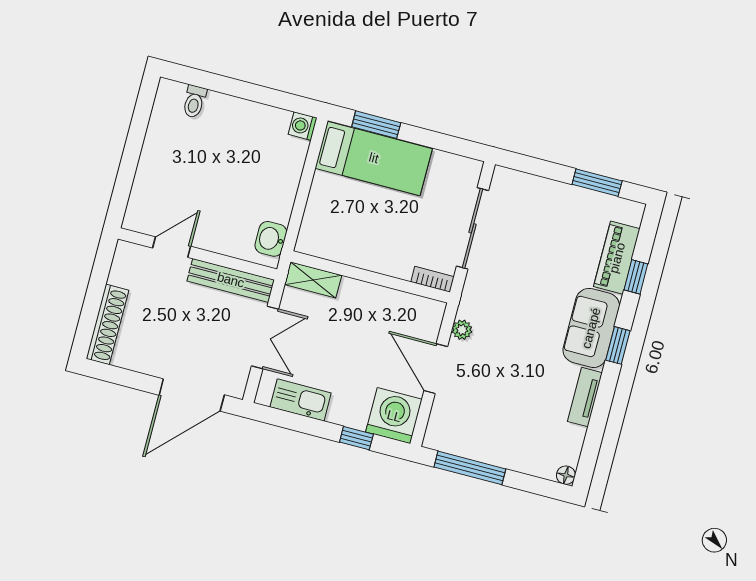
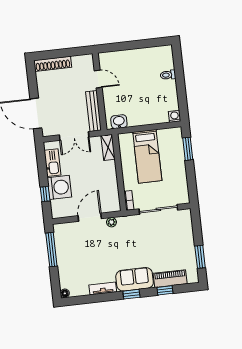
toilet: (194, 101) -> (168, 75), moved
bed: (374, 158) -> (147, 156), moved
washing machine: (394, 416) -> (59, 187), moved

